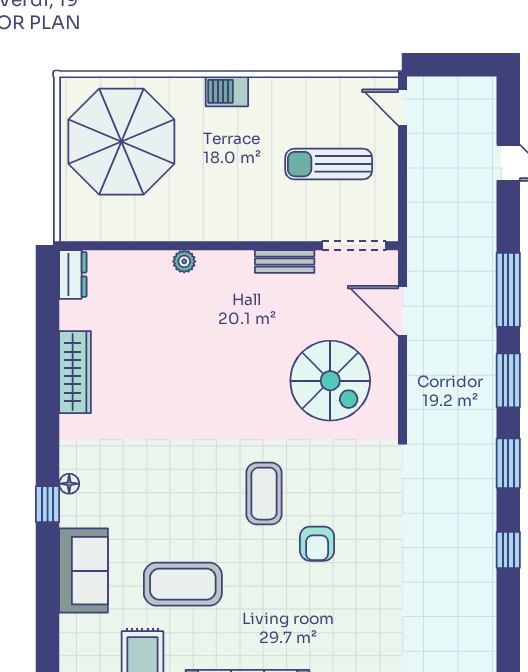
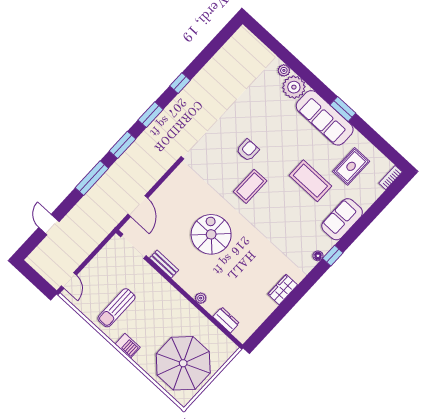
sun lounger: (329, 164) -> (117, 308), moved, turned 90
dresser: (73, 274) -> (226, 320), moved, turned 90
wardrobe: (75, 372) -> (283, 290), width x0.67
spiral stairs: (330, 381) -> (211, 234), moved

